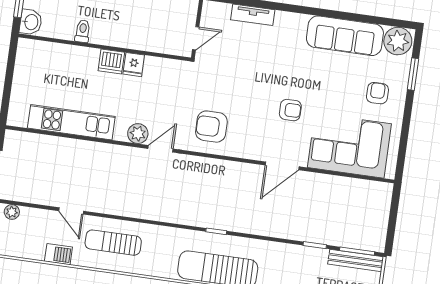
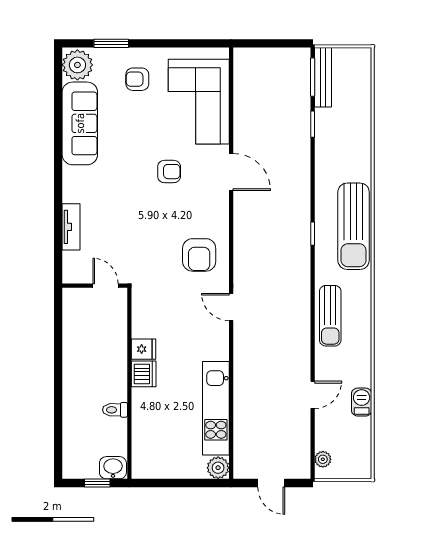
armchair: (290, 110) -> (169, 172), turned 90
plant: (138, 134) -> (218, 468), moved
sun lounger: (113, 243) -> (330, 316), moved

